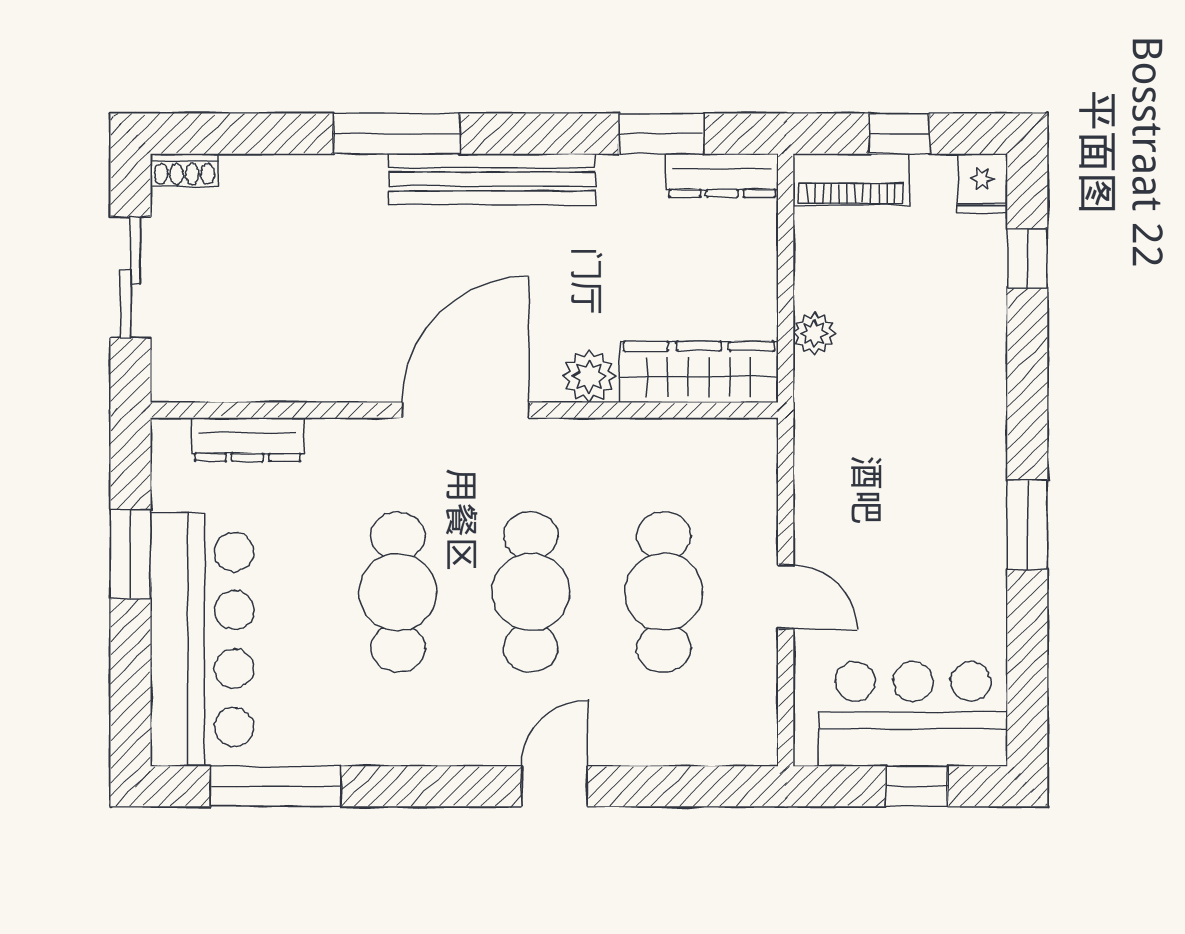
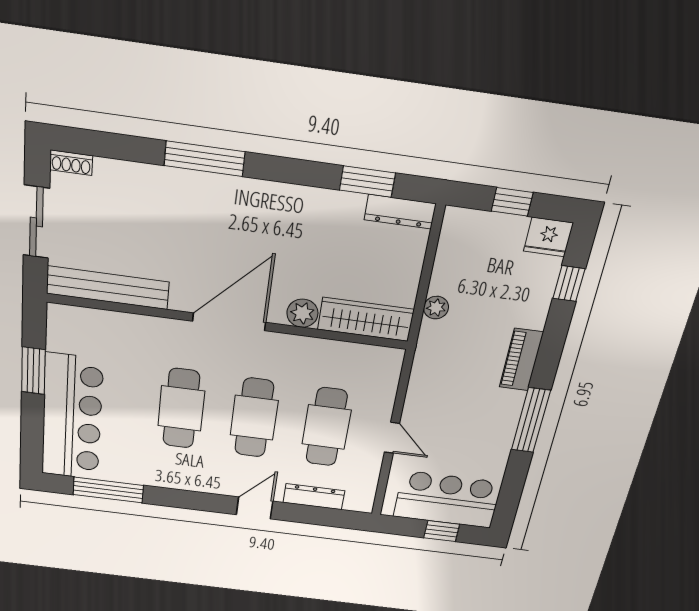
bench: (492, 179) -> (108, 288), moved
piano: (851, 179) -> (521, 360), moved, turned 90
fridge: (982, 183) -> (548, 237), width x1.38
dresser: (247, 439) -> (314, 497), moved, turned 180
window: (1027, 525) -> (531, 420), width x1.44

